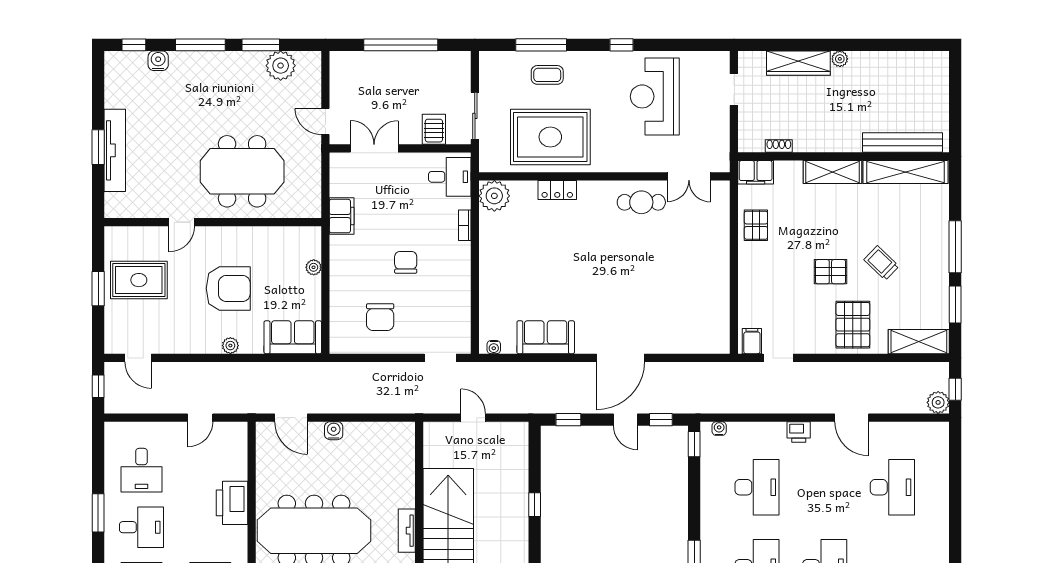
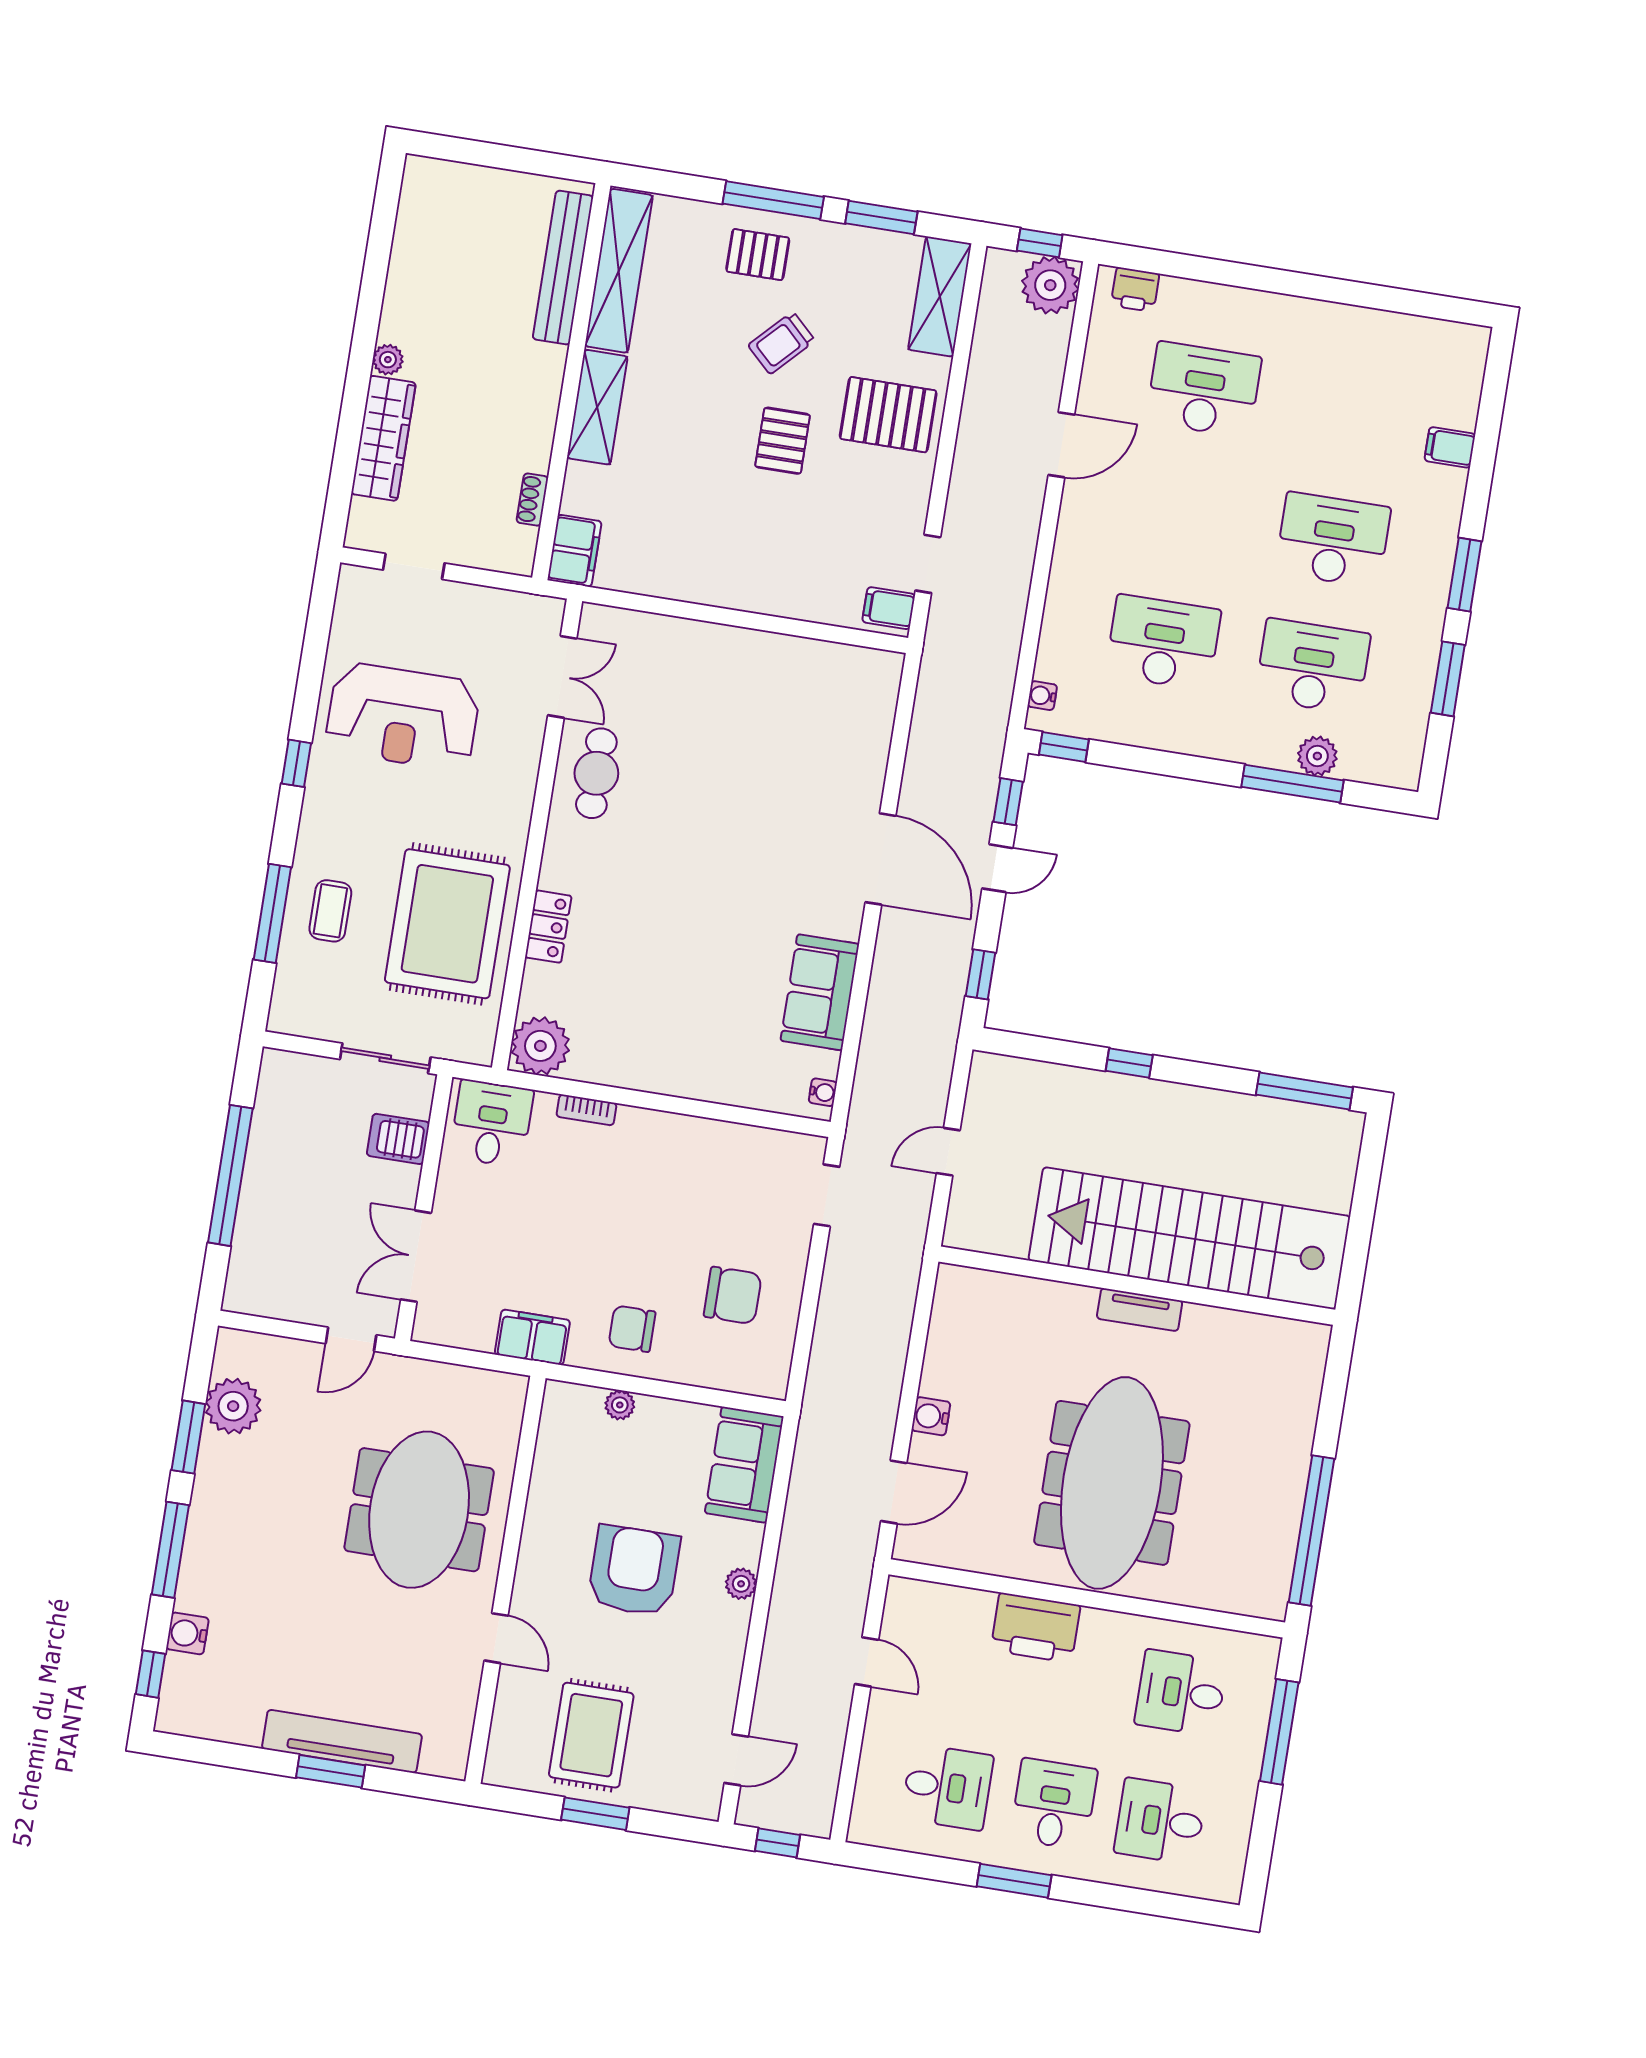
pallet: (756, 225) -> (758, 255), moved
chair: (406, 262) -> (632, 1329), moved
plant: (938, 402) -> (1050, 285), width x1.36, depth x1.36
printer: (799, 432) -> (1135, 290), moved, turned 90

